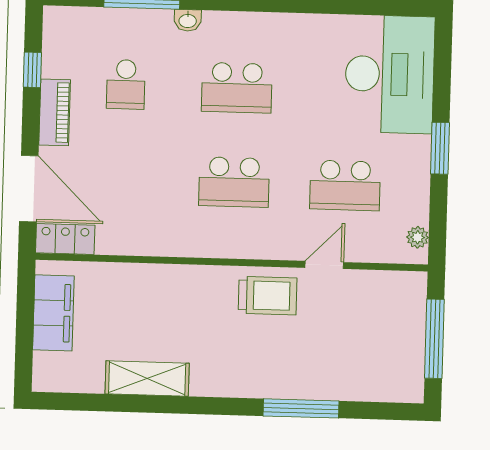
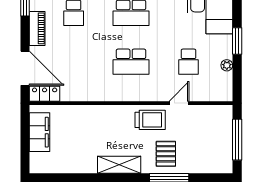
school desk: (345, 185) -> (189, 62), width x0.54
plant: (418, 237) -> (227, 65), moved
pallet: (296, 362) -> (166, 154), added
shelving: (147, 379) -> (119, 165), moved

